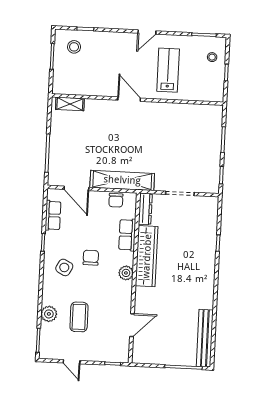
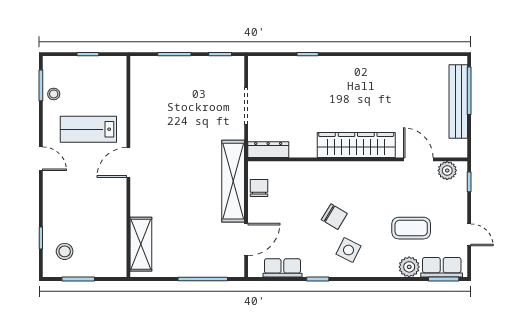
stool: (212, 57) -> (54, 94), moved
door: (129, 99) -> (128, 162), moved
shelving: (70, 104) -> (141, 244), width x1.50, depth x1.33
chair: (116, 200) -> (259, 188), turned -90
row of seats: (127, 235) -> (442, 267), moved, turned 180
wardrobe: (147, 256) -> (356, 145), moved
chair: (91, 258) -> (334, 217), turned -149
plant: (126, 273) -> (447, 170), moved
bench: (205, 338) -> (458, 102), moved, turned 90
door: (72, 362) -> (469, 235), hinge flipped

